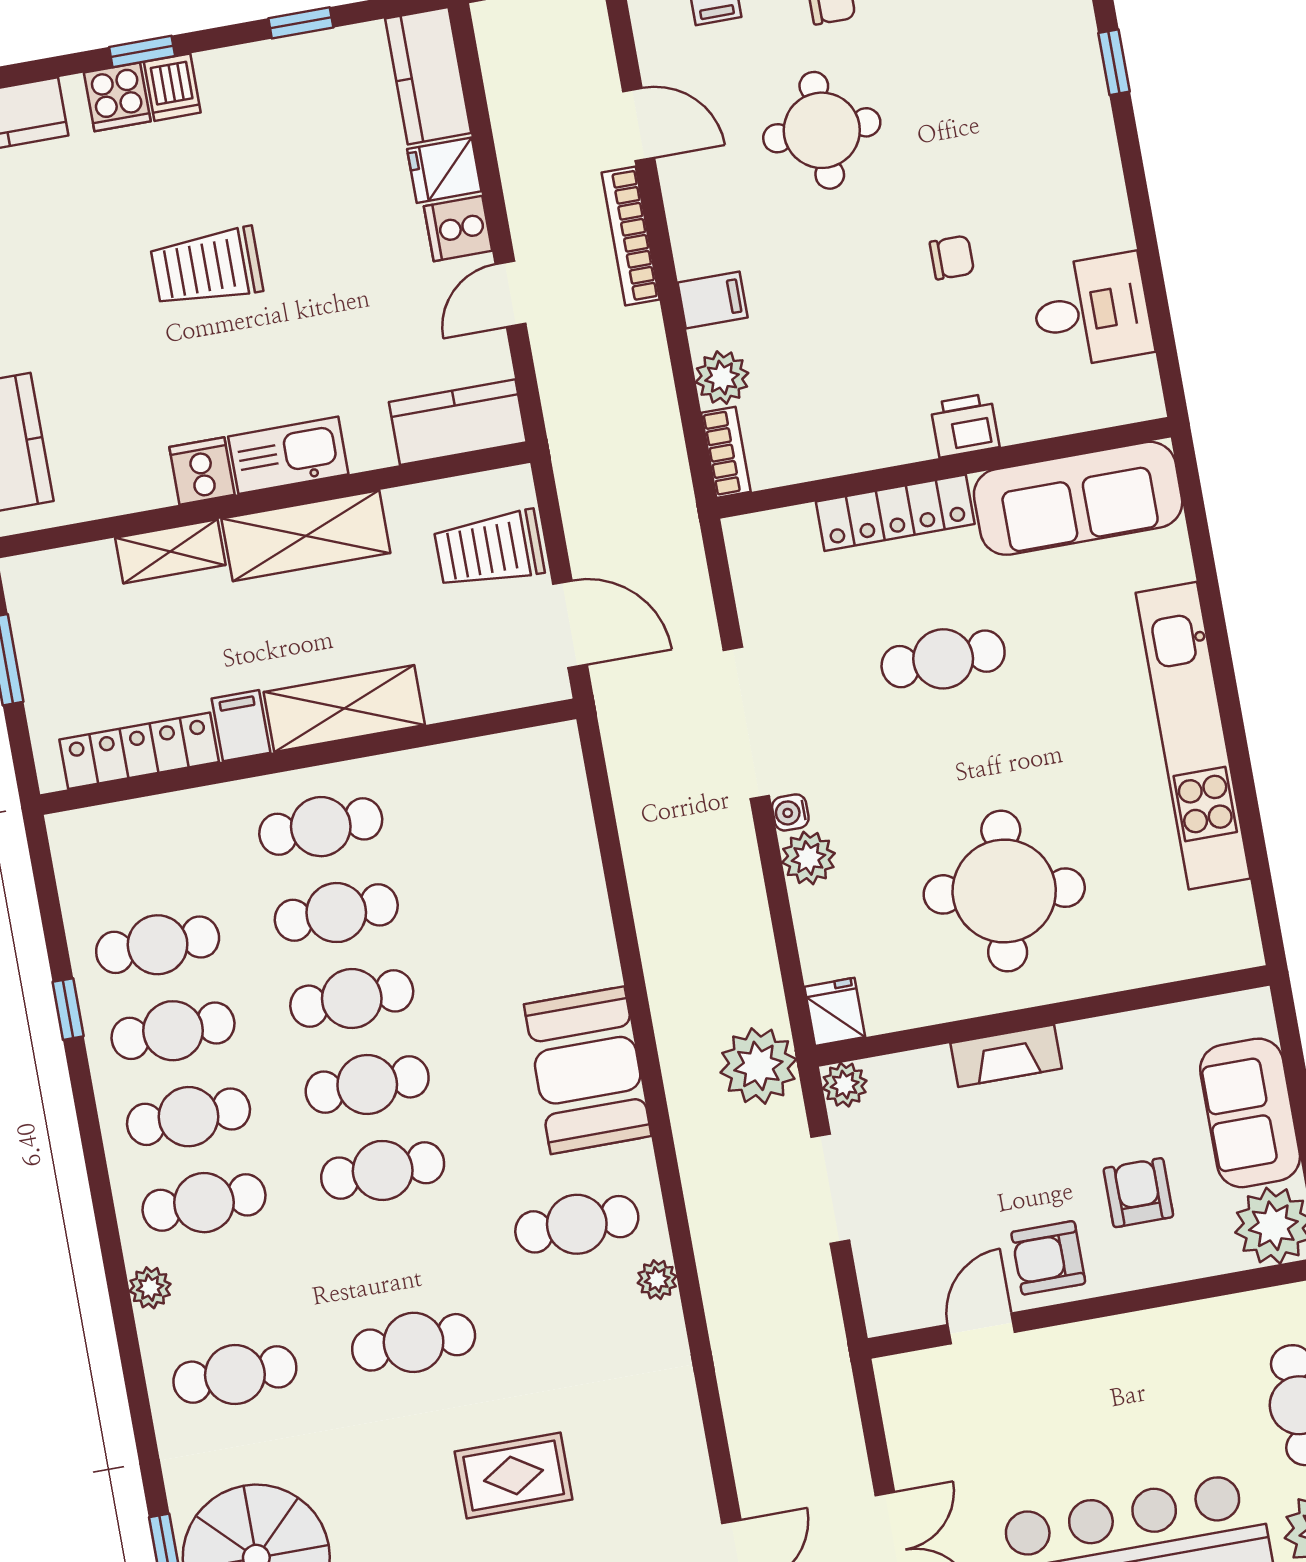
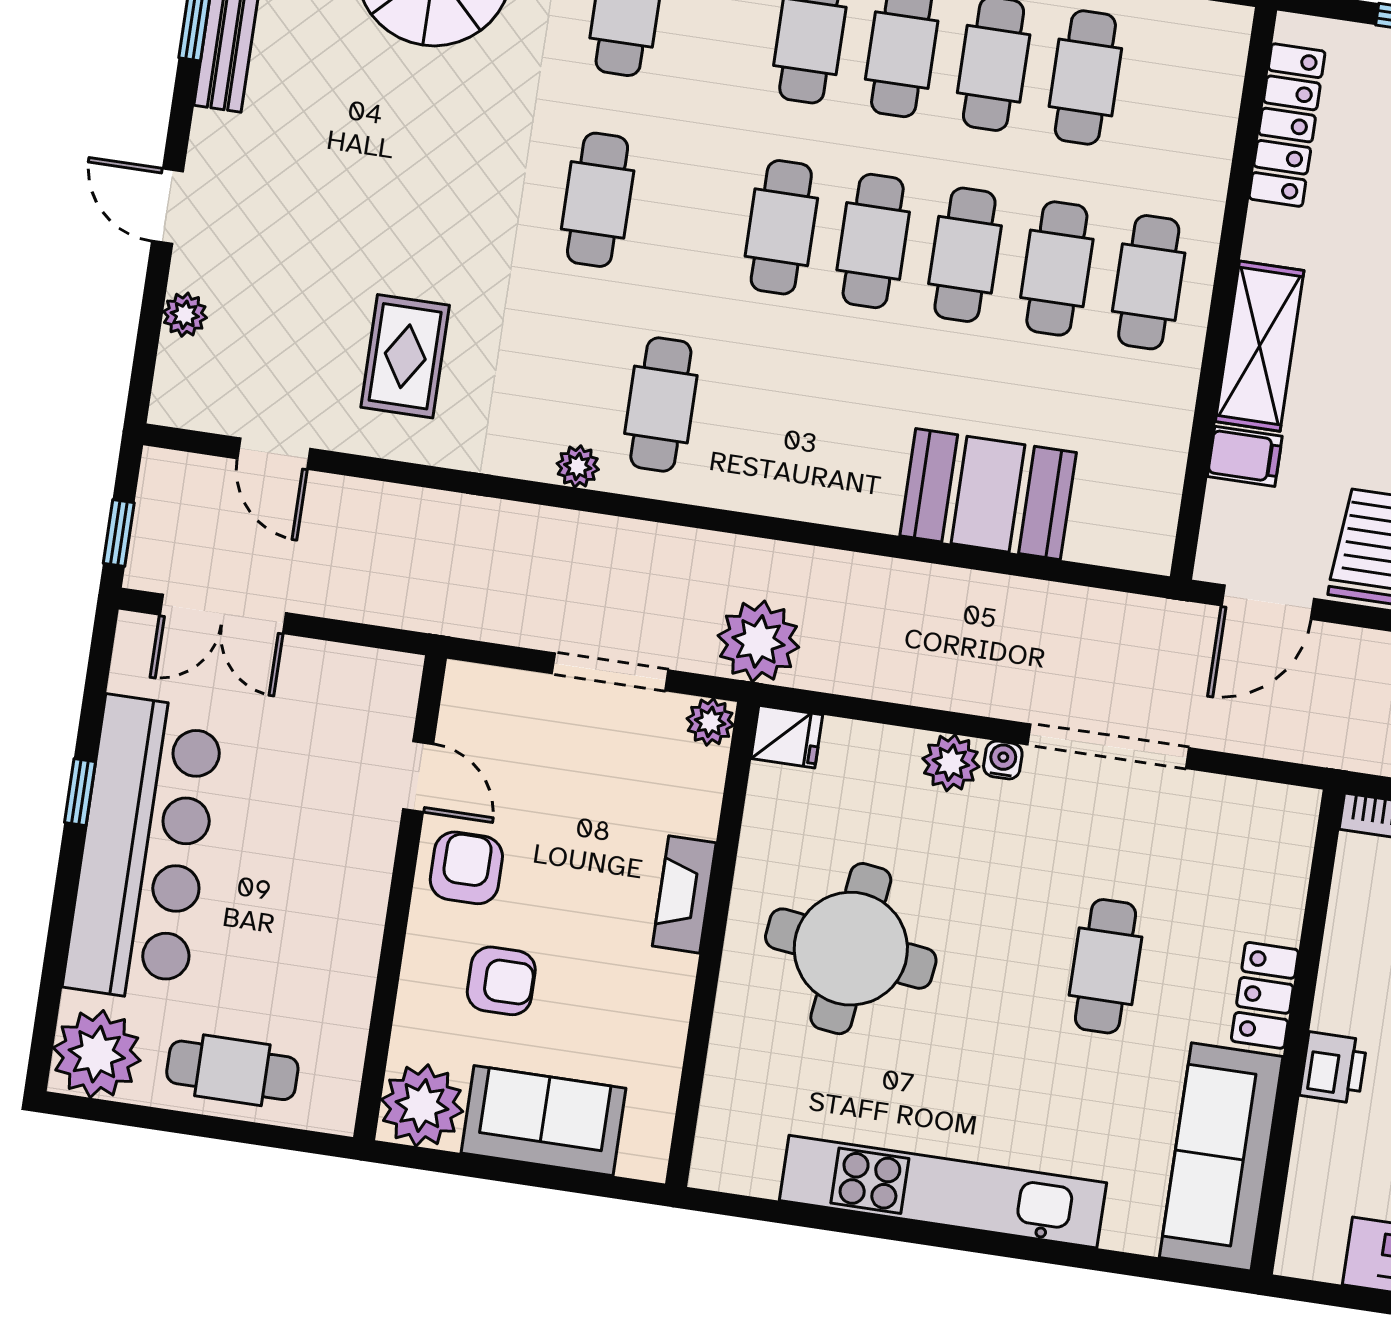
locker: (895, 513) -> (1265, 995), width x0.66
filing cabinet: (241, 726) -> (1245, 456), moved
booth: (588, 1070) -> (988, 494), moved
rug: (514, 1476) -> (405, 356), moved

